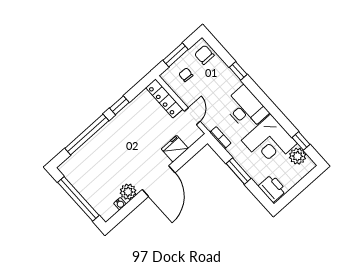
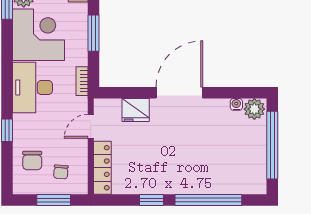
chair: (204, 55) -> (32, 161), moved
plant: (128, 192) -> (254, 109), moved

